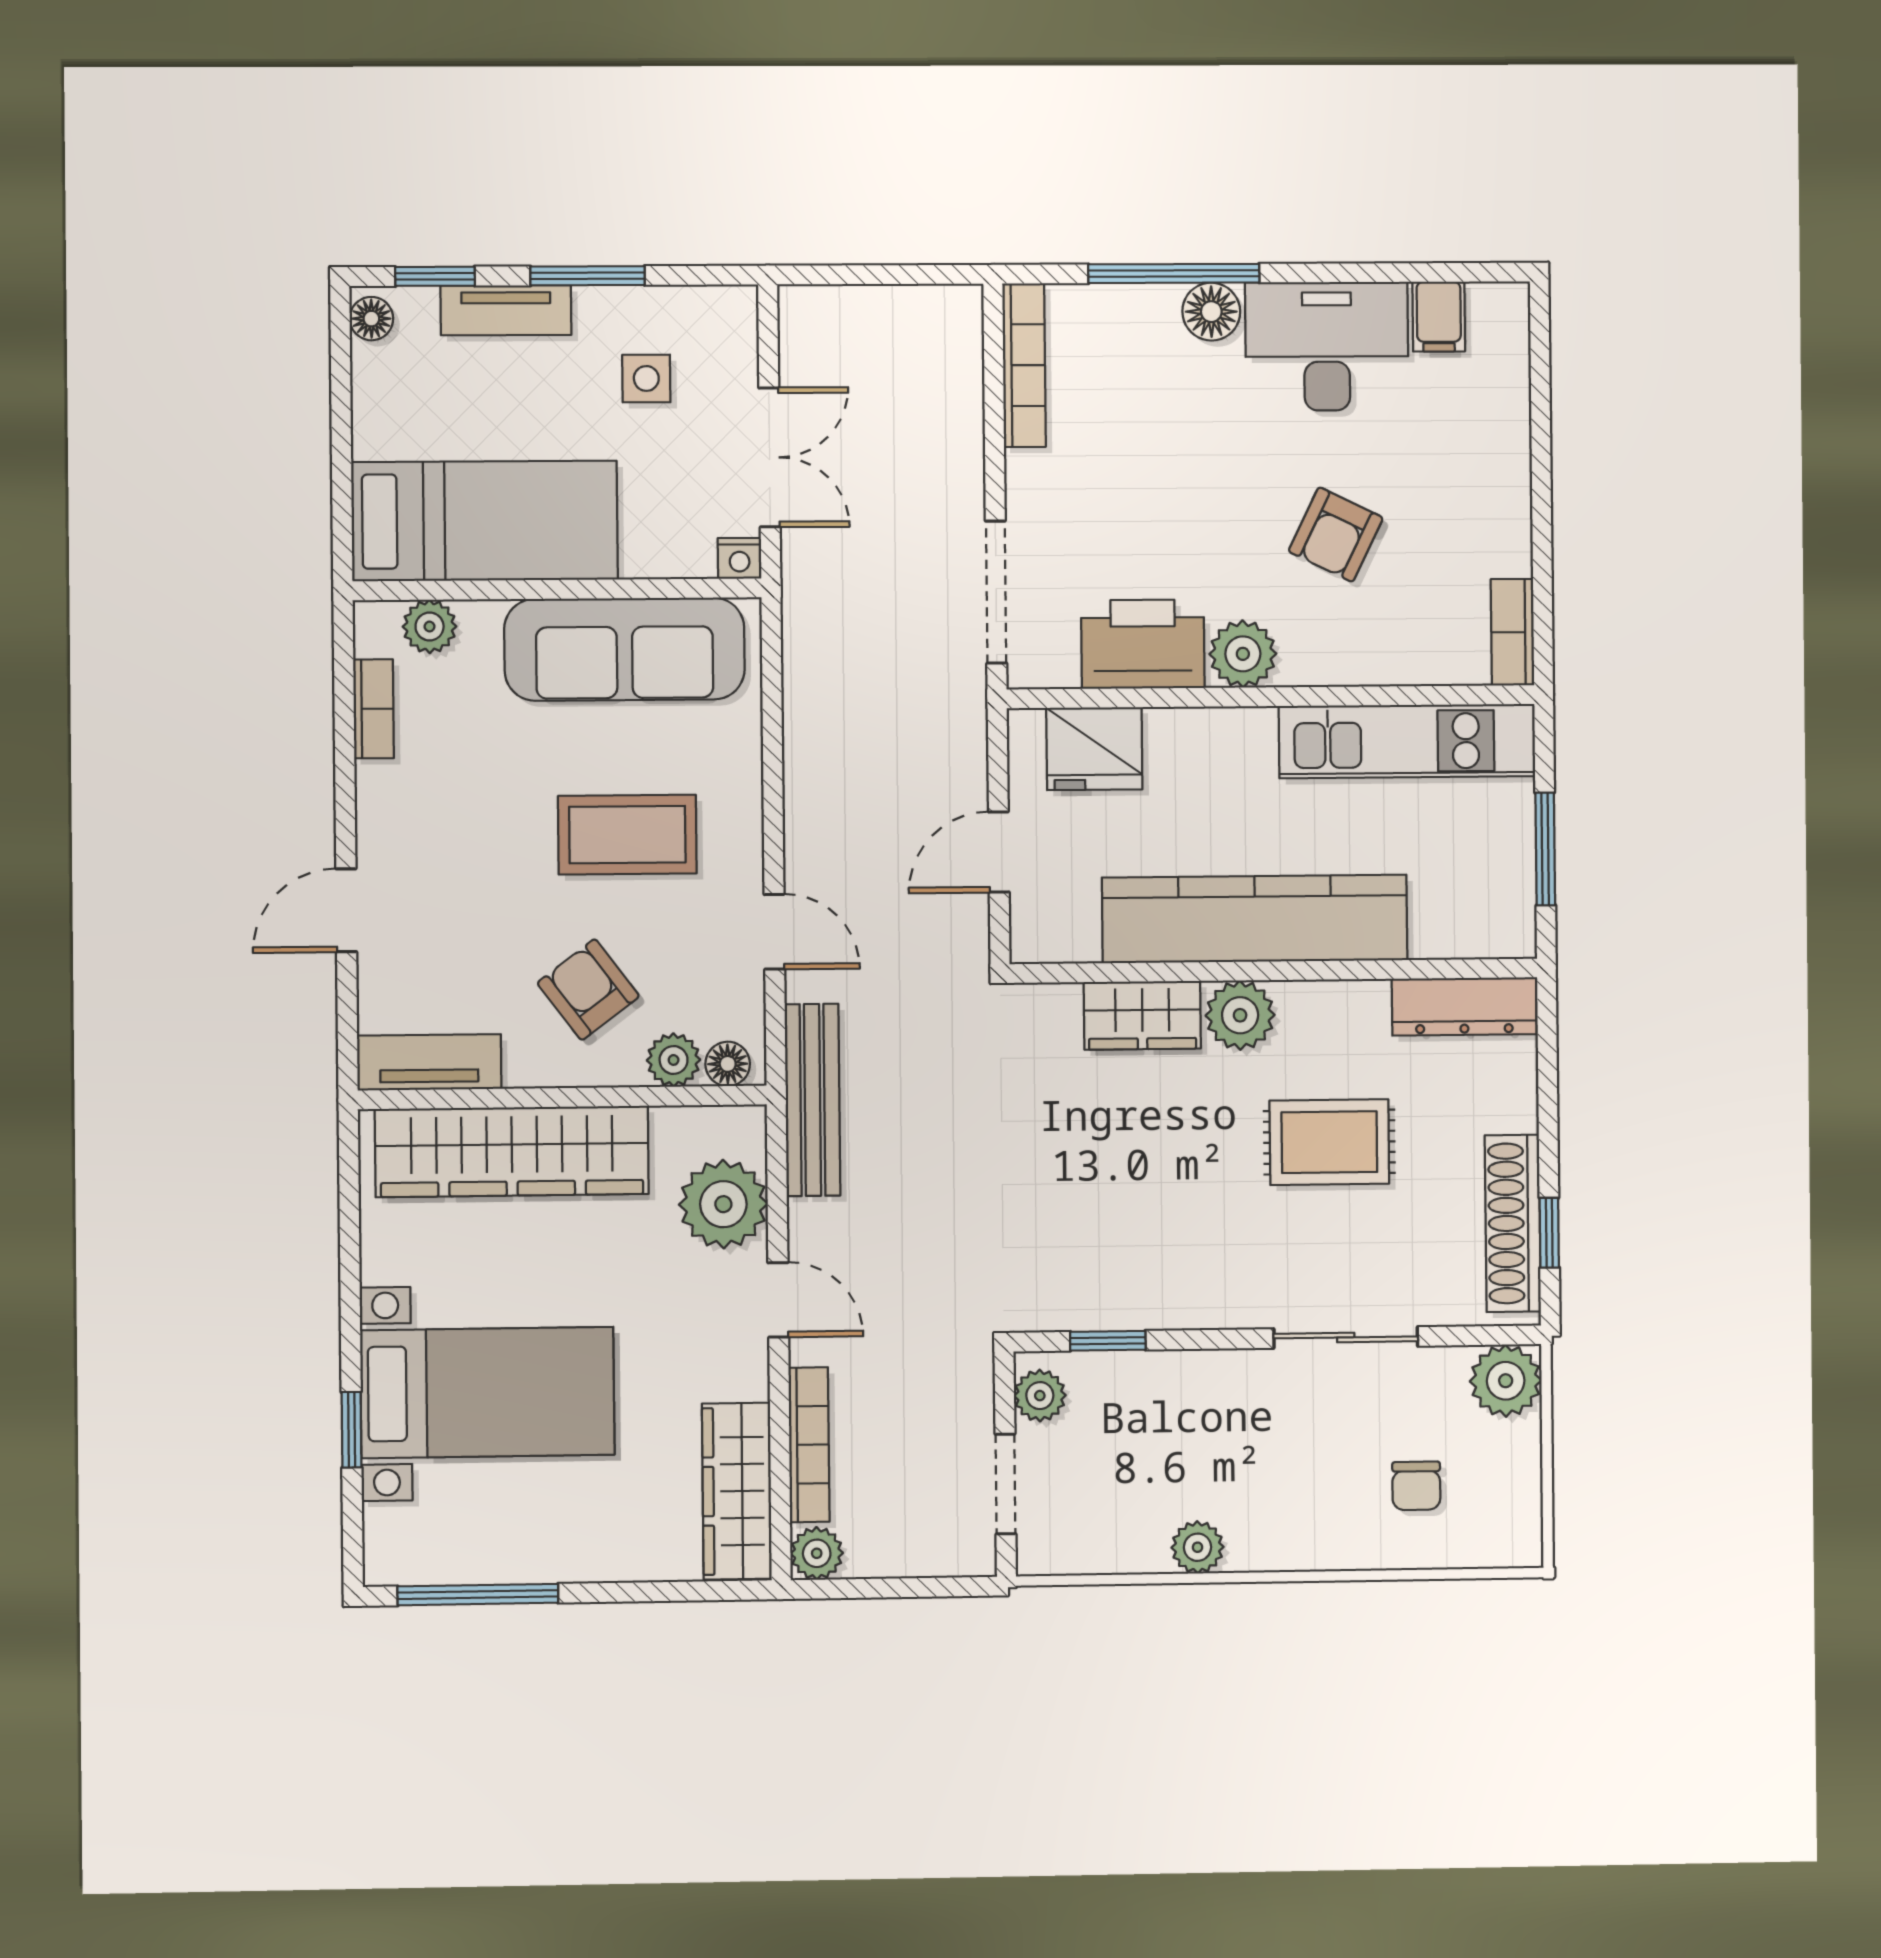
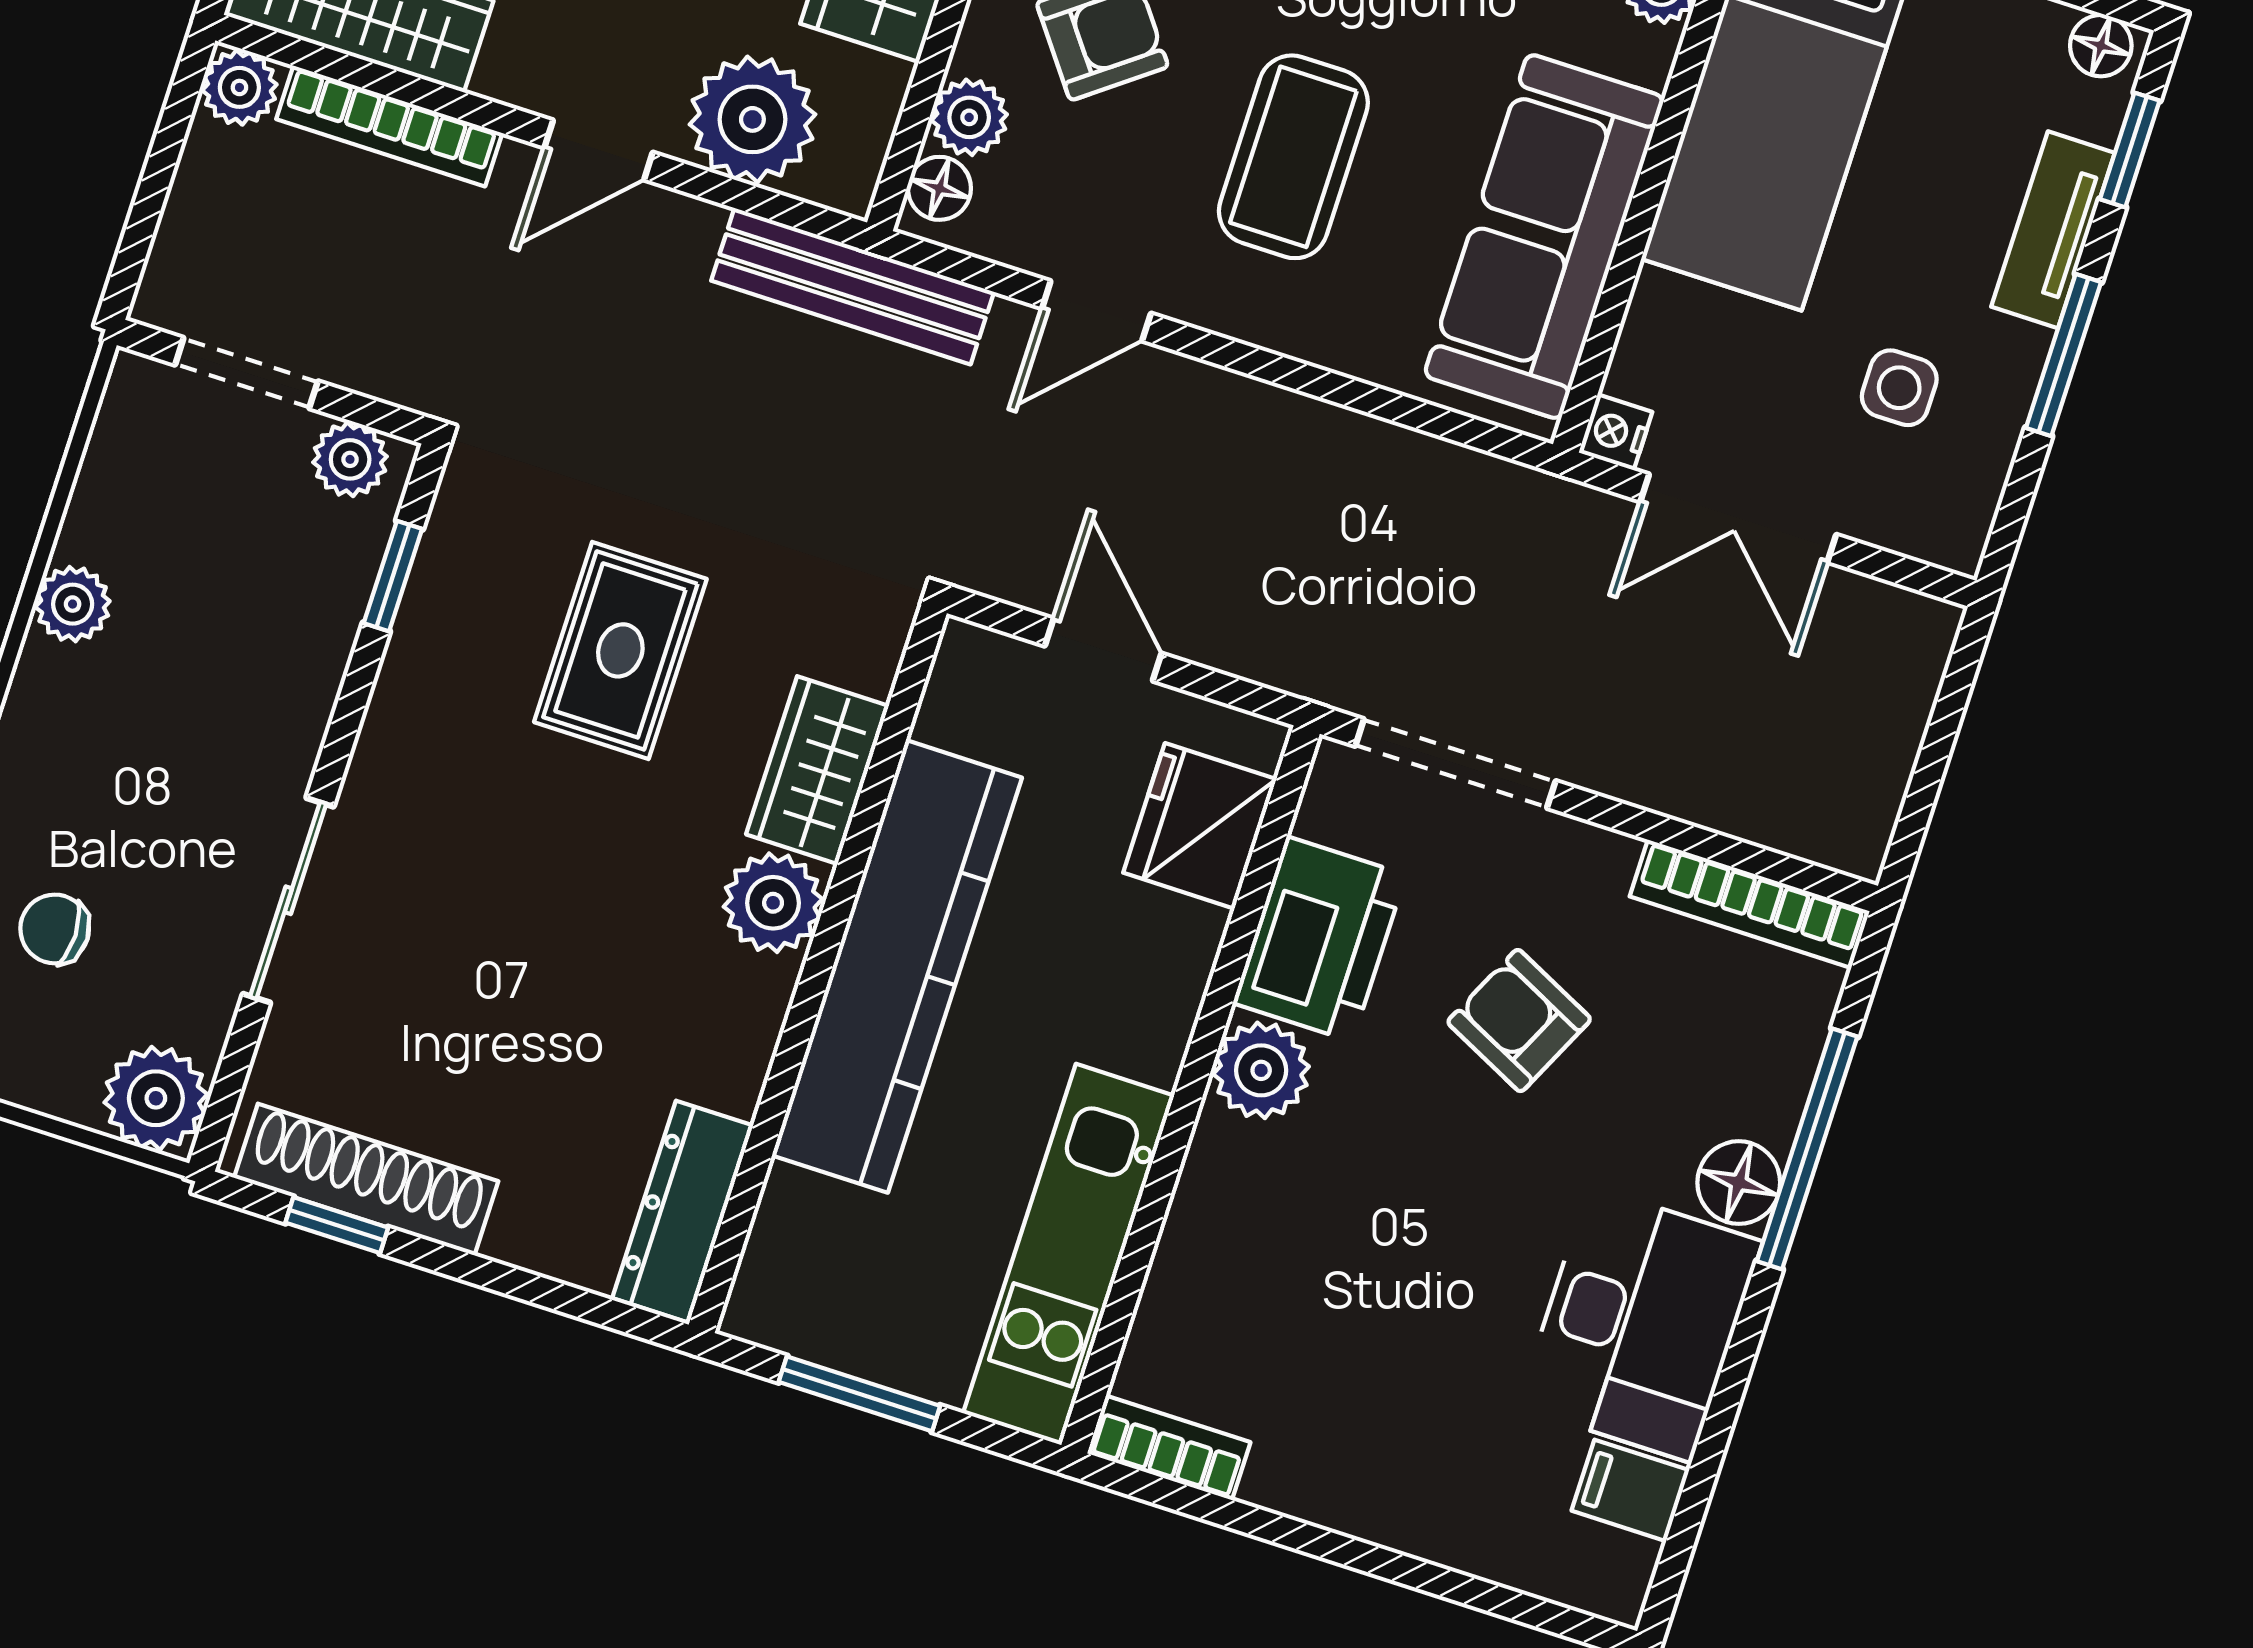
armchair: (1336, 535) -> (1519, 1021), moved
rug: (1329, 1142) -> (620, 650), moved

